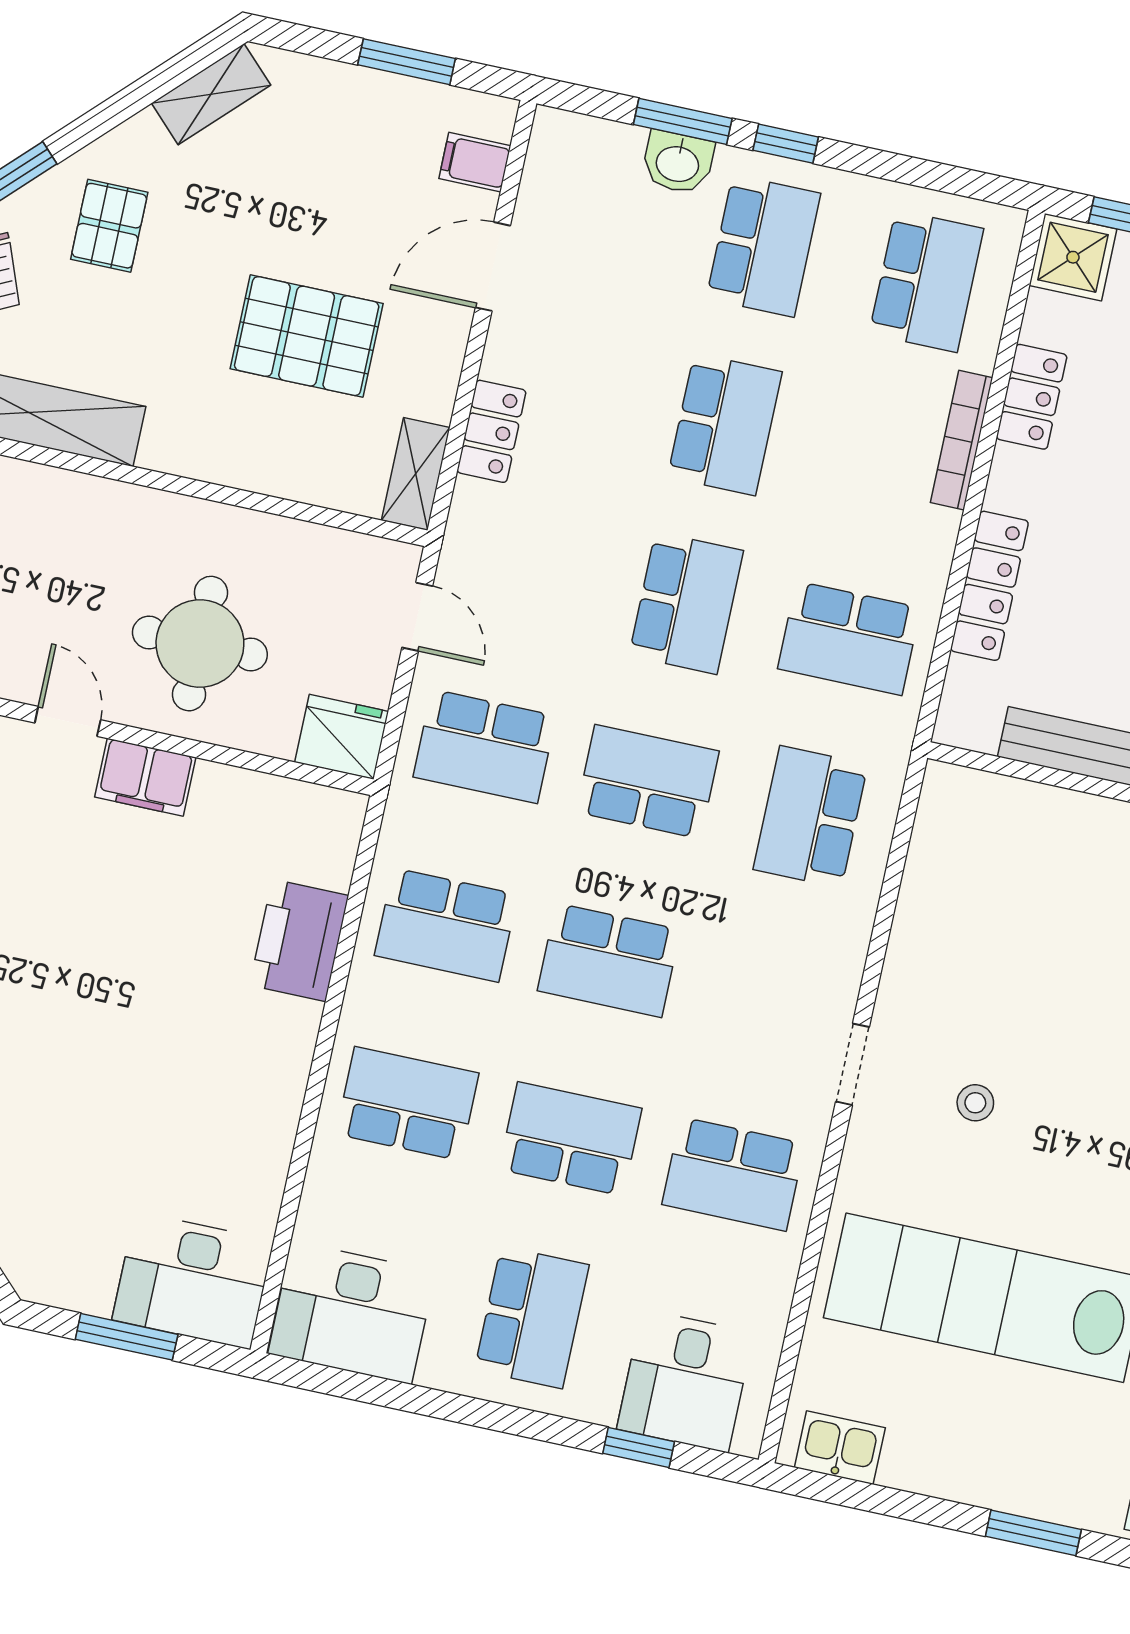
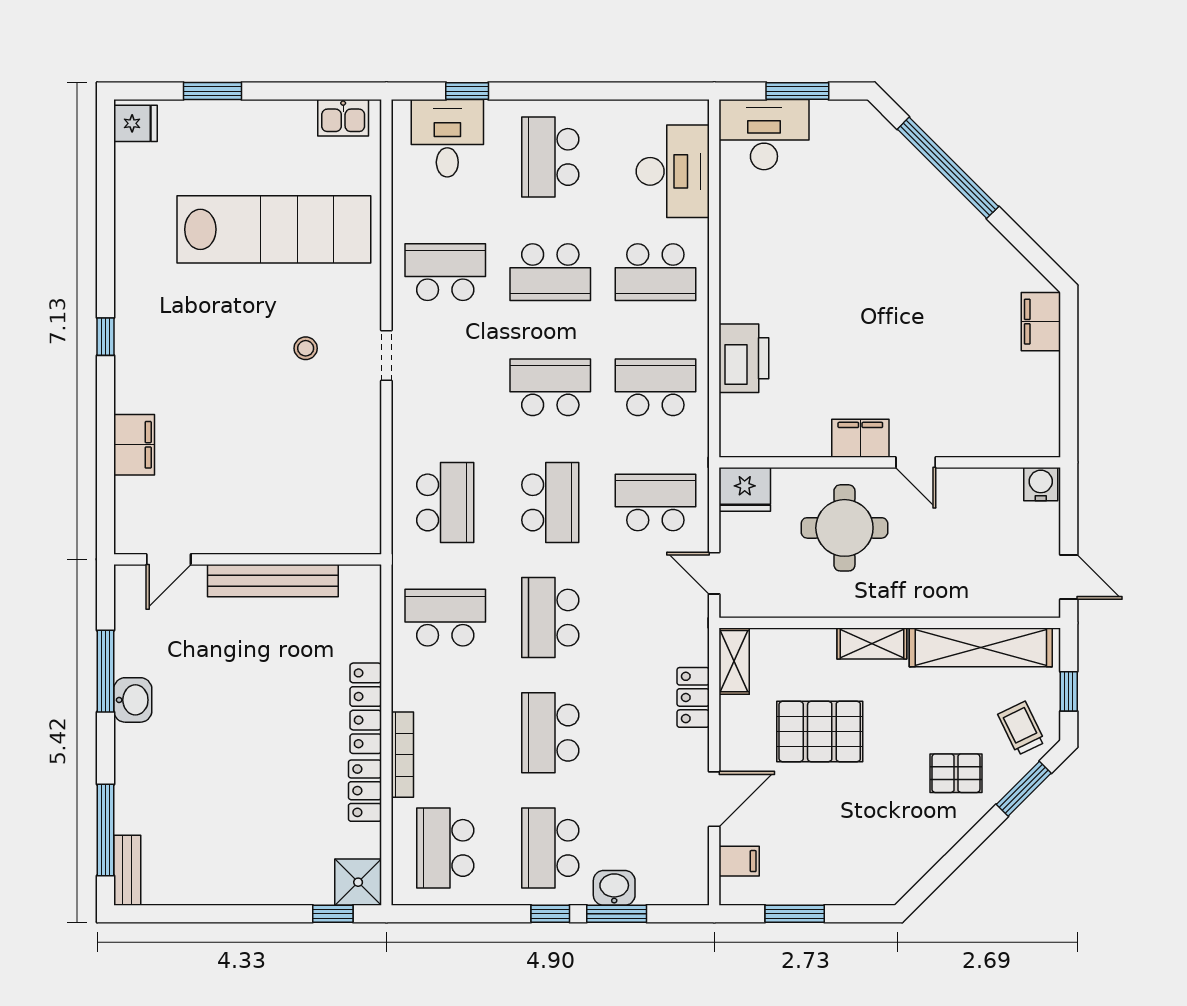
shelving: (211, 94) -> (872, 643), moved, turned 45
pallet: (109, 226) -> (956, 773), turned 90
locker: (989, 586) -> (366, 708), moved
school desk: (648, 782) -> (550, 502), turned -90
desk: (352, 1313) -> (673, 171), moved, turned 90

